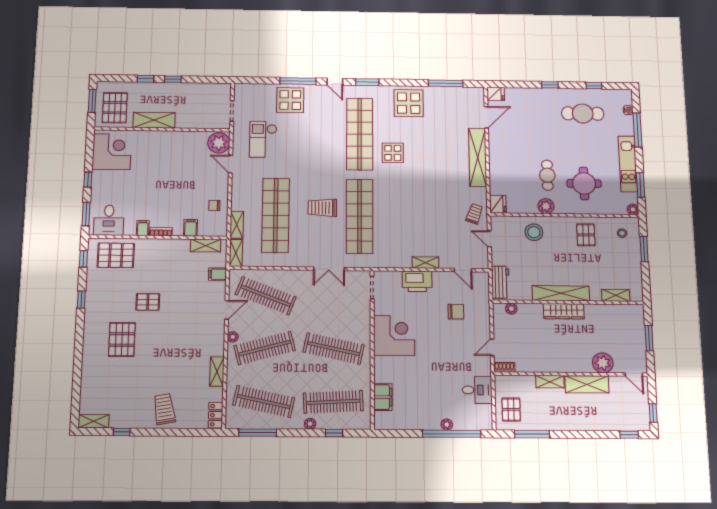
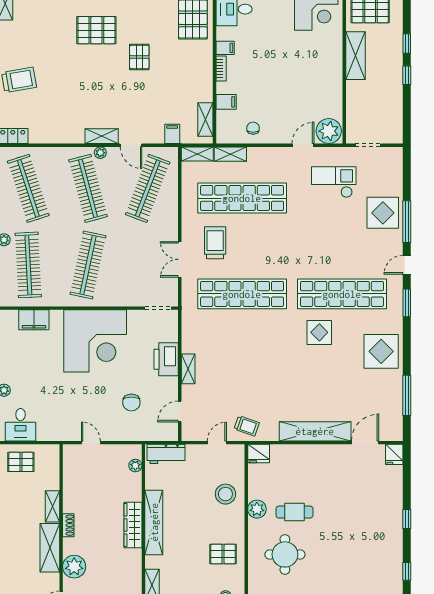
cafe table: (583, 114) -> (371, 557), removed
door: (486, 117) -> (365, 443), swing flipped
trolley: (322, 208) -> (215, 243), moved
corner desk: (394, 336) -> (95, 341), width x1.36, depth x1.36
shoe rack: (504, 367) -> (68, 525), moved
shelving: (217, 371) -> (102, 136), moved
desk: (477, 390) -> (21, 425), moved
clothes rail: (264, 401) -> (28, 188), turned -30

